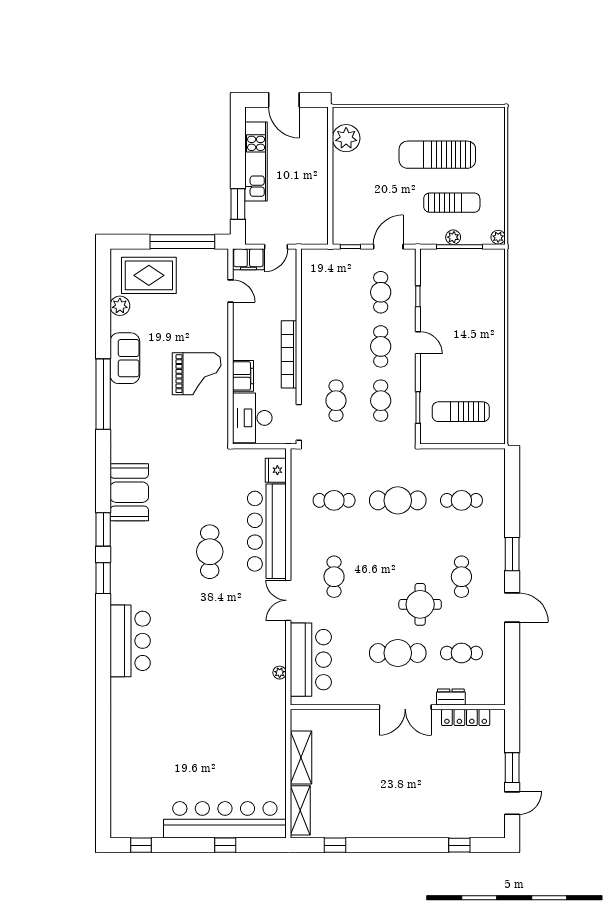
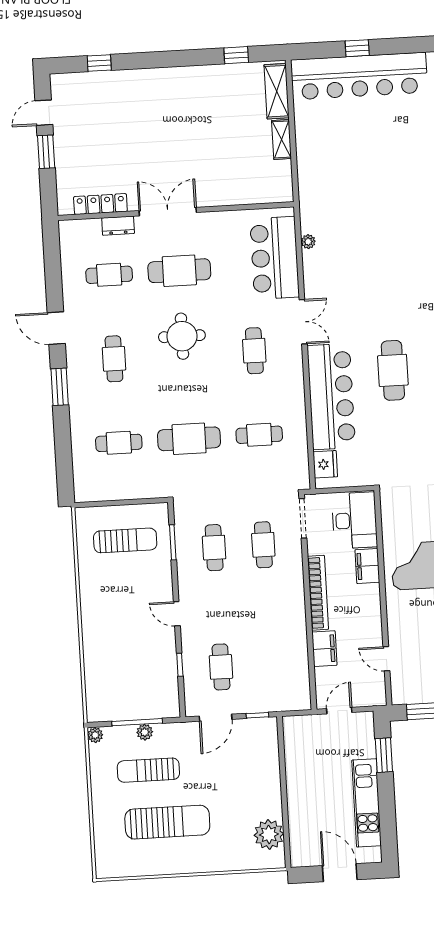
filing cabinet: (248, 259) -> (324, 649), moved, turned 90
cafe table: (381, 346) -> (218, 607), removed
round table: (420, 604) -> (182, 336), moved
shelving: (301, 758) -> (282, 139), width x0.67, depth x0.75

